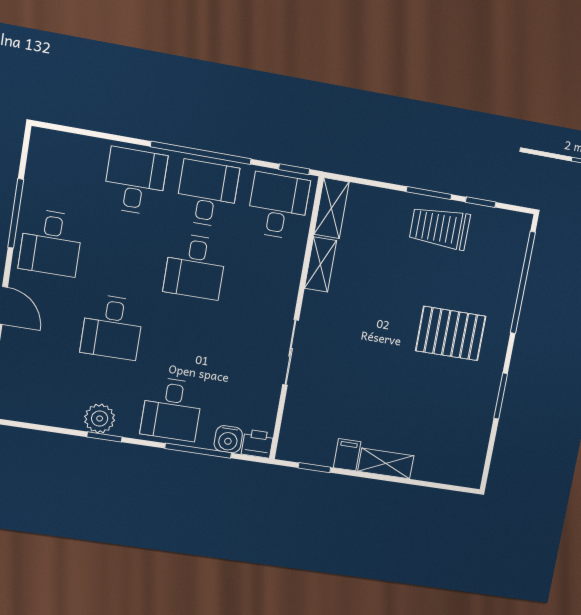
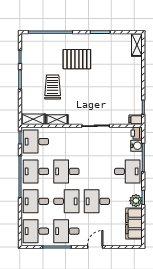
desk: (62, 169) -> (36, 231), added
trolley: (440, 228) -> (53, 87), moved, turned 180
desk: (51, 243) -> (66, 231), turned 180
desk: (124, 255) -> (66, 201), added
desk: (195, 266) -> (66, 171), turned 180
desk: (112, 327) -> (97, 201), turned 180
pallet: (451, 333) -> (77, 59), turned 90
filing cabinet: (45, 406) -> (134, 224), added
filing cabinet: (347, 455) -> (136, 120), moved
shelving: (386, 463) -> (137, 45), moved

